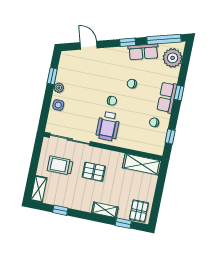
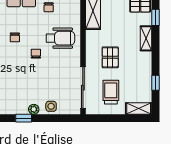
wheelchair: (108, 126) -> (60, 38), moved
trolley: (60, 165) -> (111, 92), turned 180

